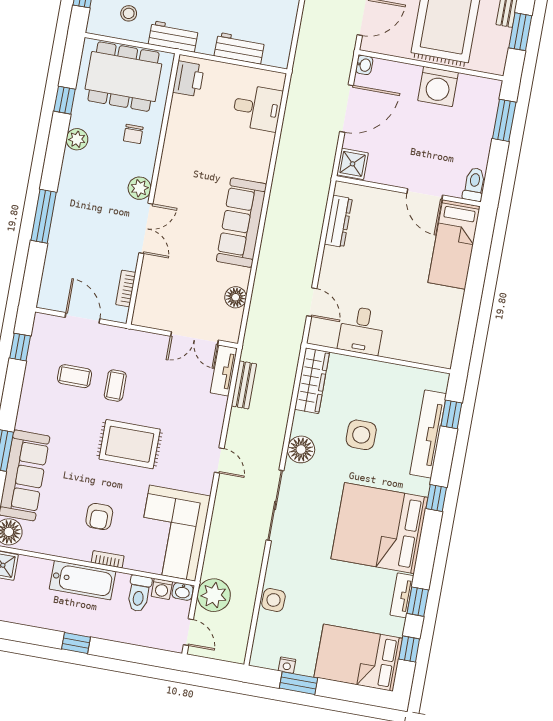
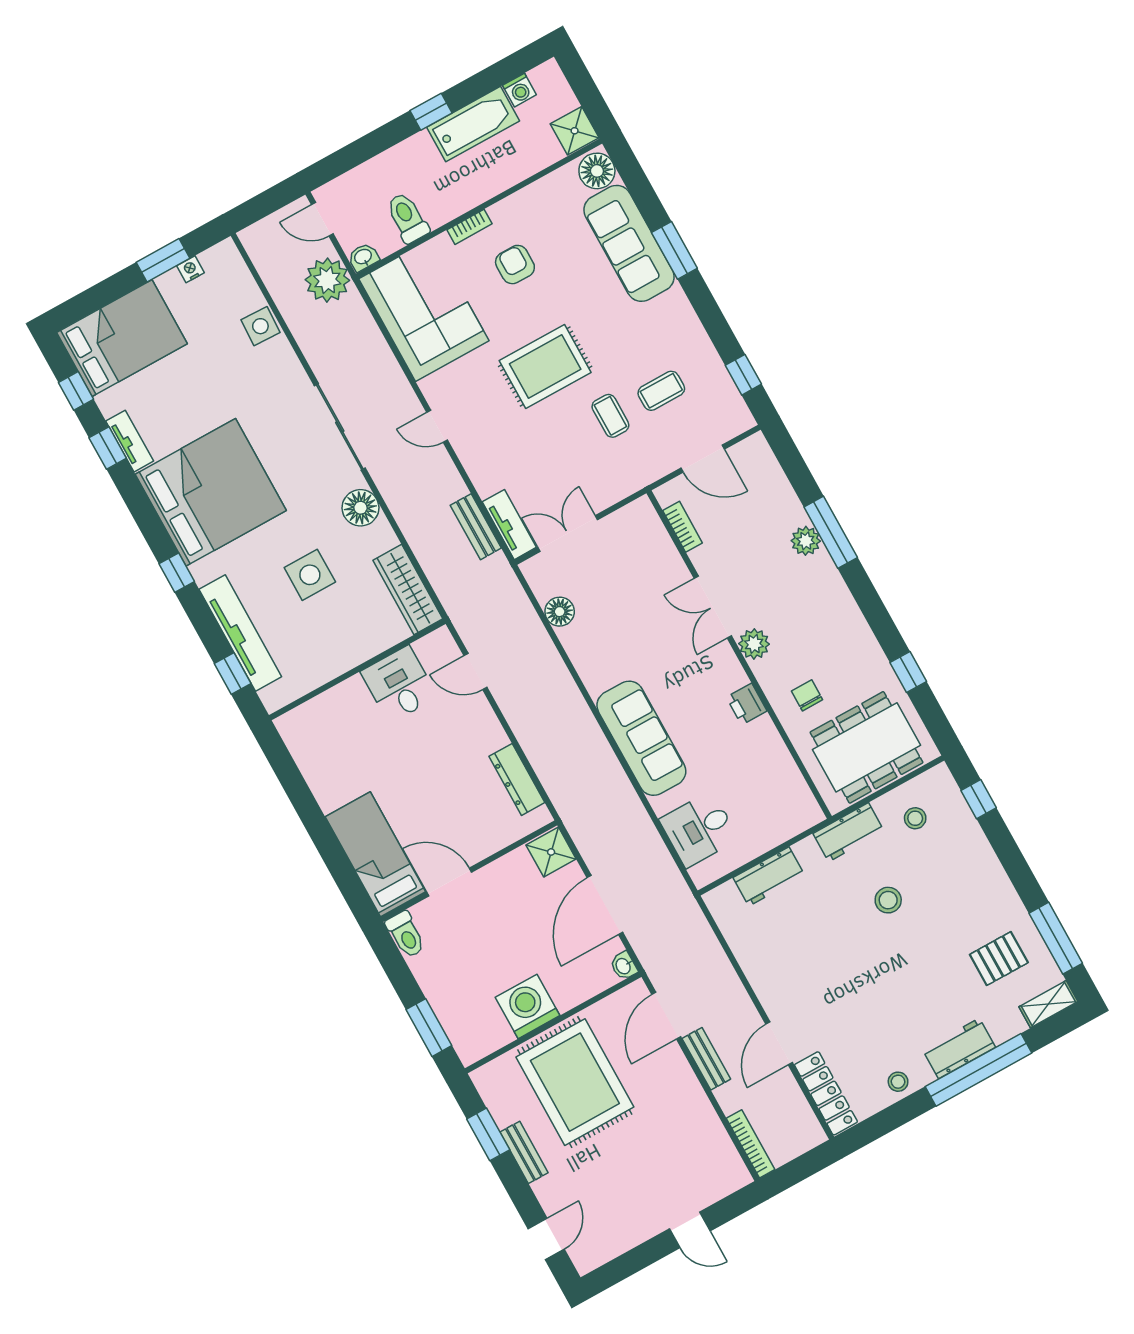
printer: (189, 79) -> (747, 704), moved, width x0.73, depth x0.81
plant: (77, 139) -> (806, 541), moved
sofa: (241, 223) -> (641, 738), moved
bathtub: (82, 580) -> (473, 124), moved, turned 180
washing machine: (162, 589) -> (519, 90), moved, turned 180

